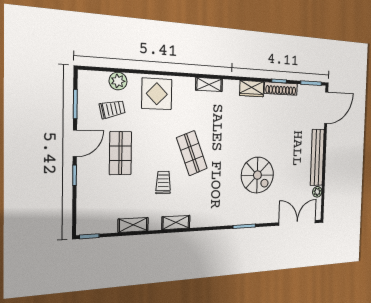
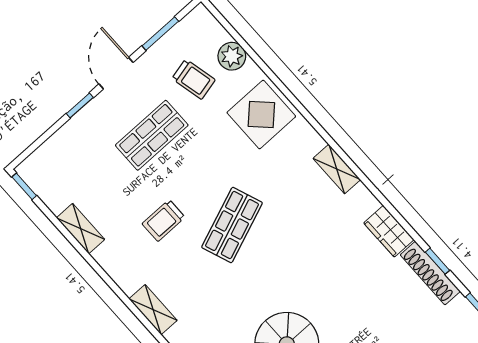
door: (75, 143) -> (116, 73), swing flipped
trolley: (163, 182) -> (164, 220), turned 180
shelving: (176, 222) -> (153, 310), moved

